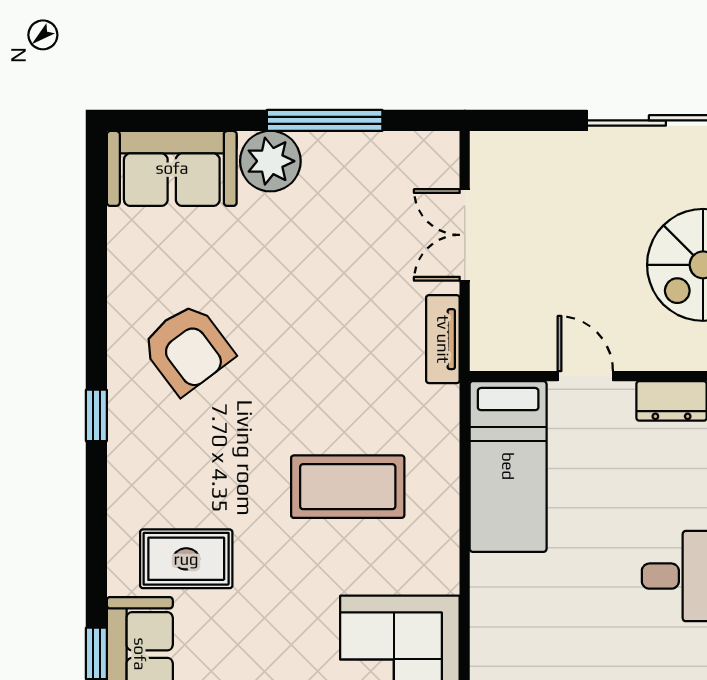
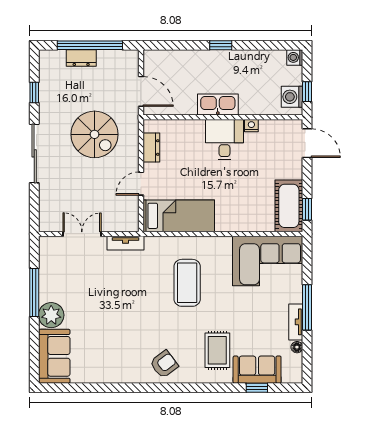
double door: (465, 235) -> (82, 234), swing flipped
armchair: (187, 349) -> (164, 364), moved, width x0.72, depth x0.72
window: (96, 415) -> (157, 388), removed

